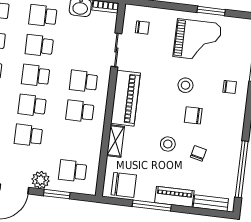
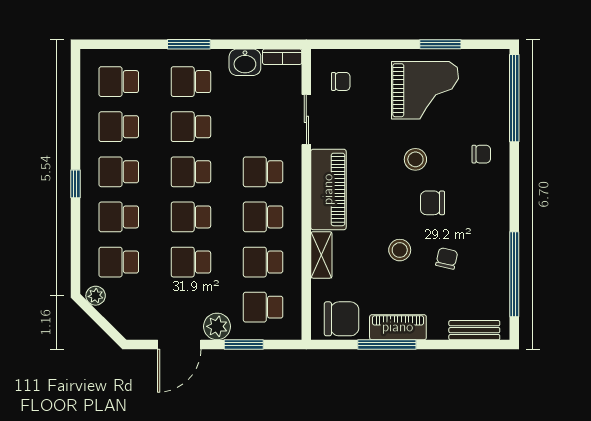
school desk: (76, 141) -> (263, 262), added
piano: (174, 197) -> (398, 327), moved

